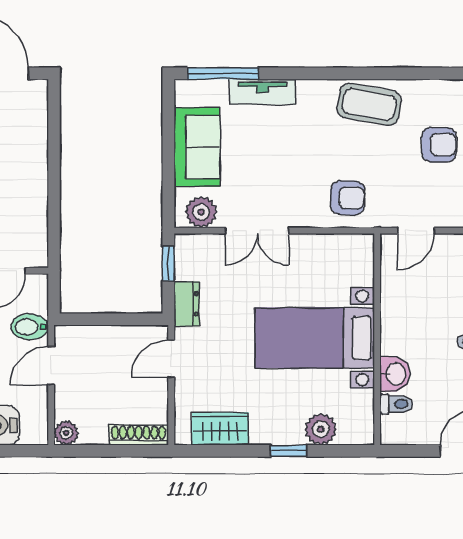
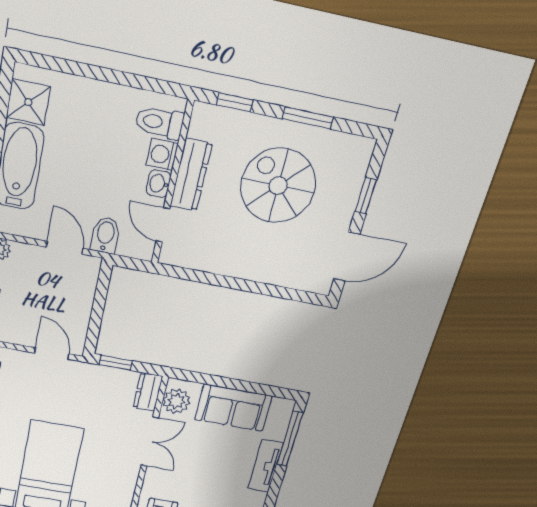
double door: (257, 231) -> (150, 442), swing flipped
window: (168, 264) -> (116, 363), moved
dresser: (187, 304) -> (148, 392), moved, turned 90

